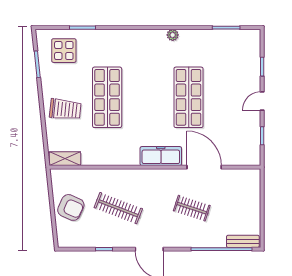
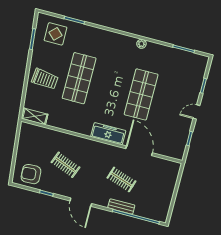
armchair: (71, 207) -> (31, 174), moved, turned 153
clothes rail: (118, 208) -> (65, 165), width x0.73
bench: (243, 241) -> (121, 206), moved

